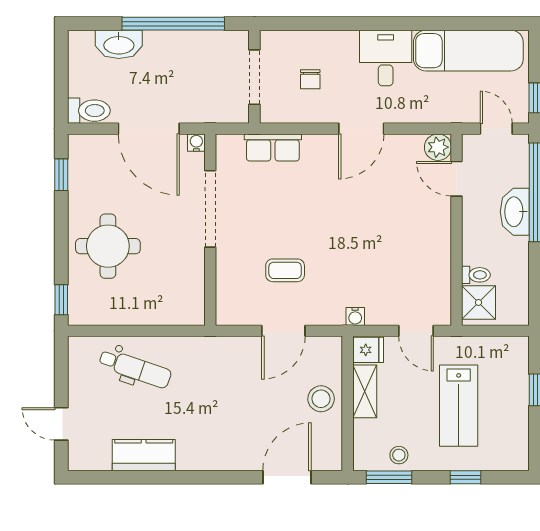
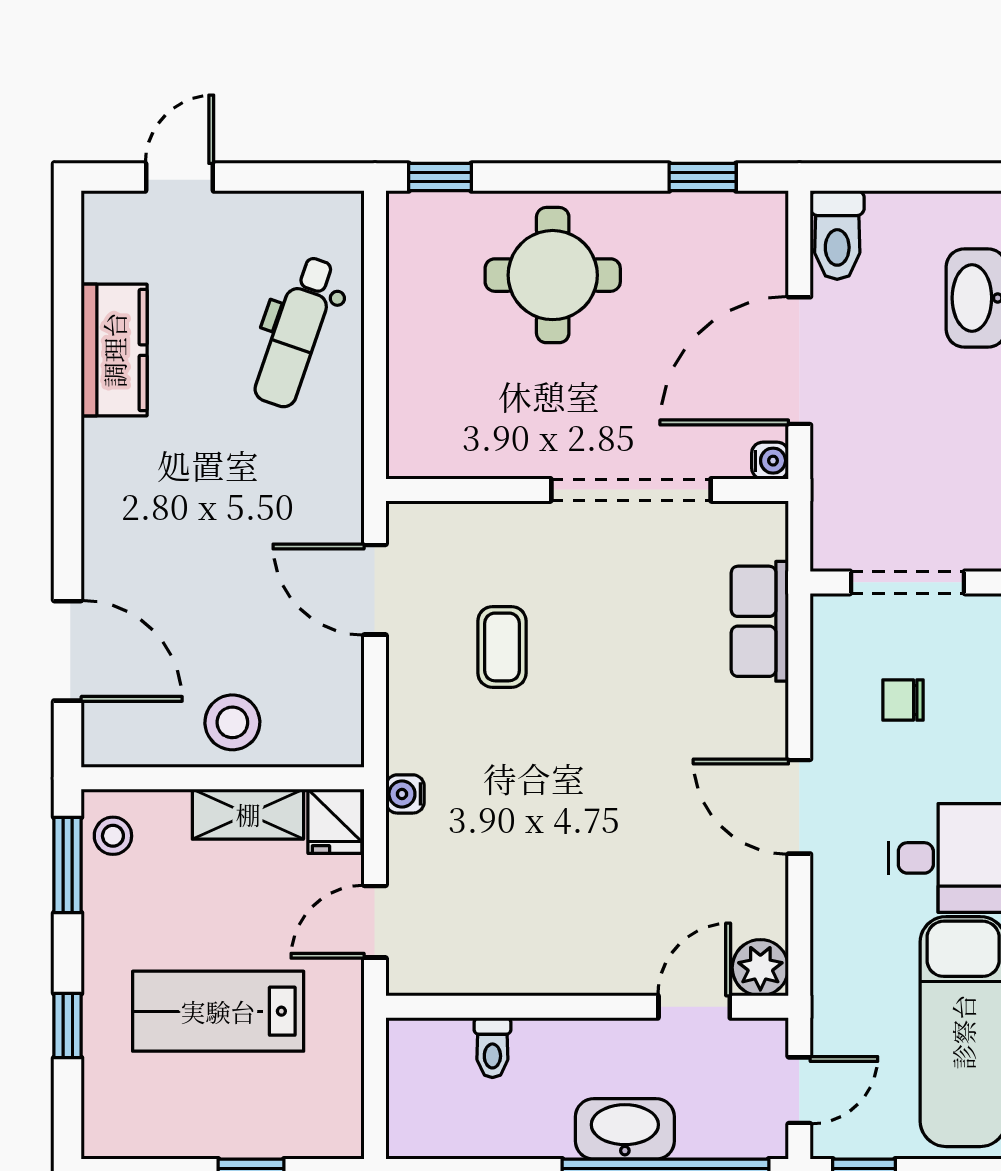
shower: (479, 302) -> (434, 1053), removed
door: (283, 331) -> (375, 590), moved
stool: (399, 455) -> (113, 836), moved

